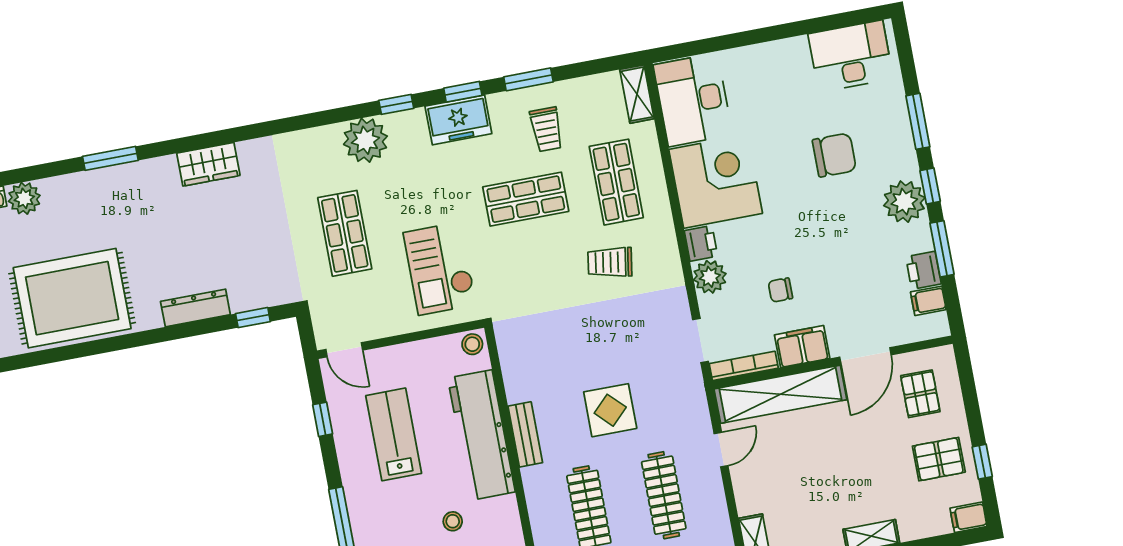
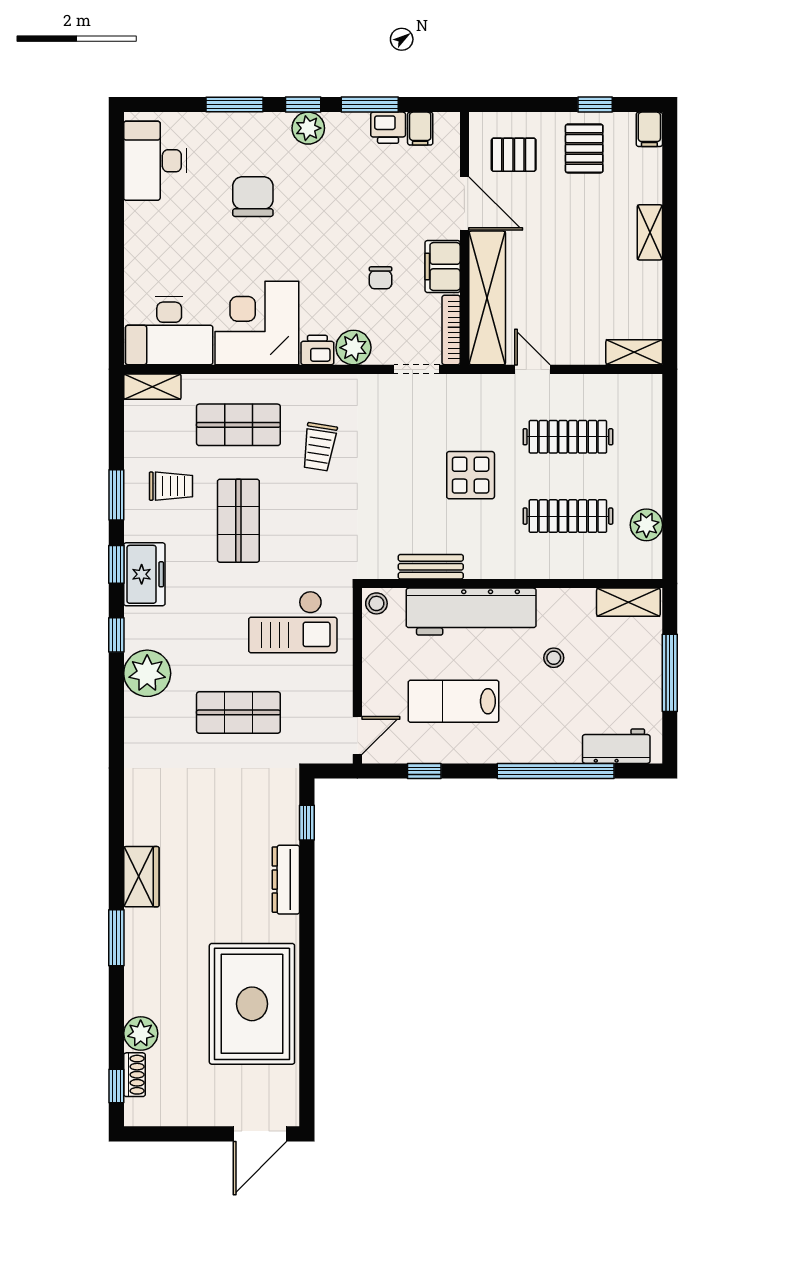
wardrobe: (208, 164) -> (141, 877), moved
plant: (904, 202) -> (308, 128), width x0.73, depth x0.73
bench: (525, 434) -> (431, 567), moved

